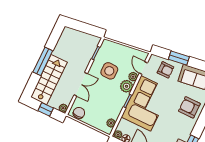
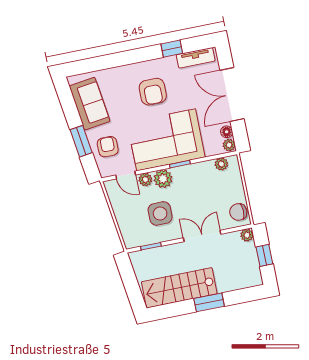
window: (43, 61) -> (209, 302), width x0.69
door: (143, 68) -> (126, 175), hinge flipped
stairs: (49, 80) -> (179, 288), moved
armchair: (189, 107) -> (153, 92), moved

